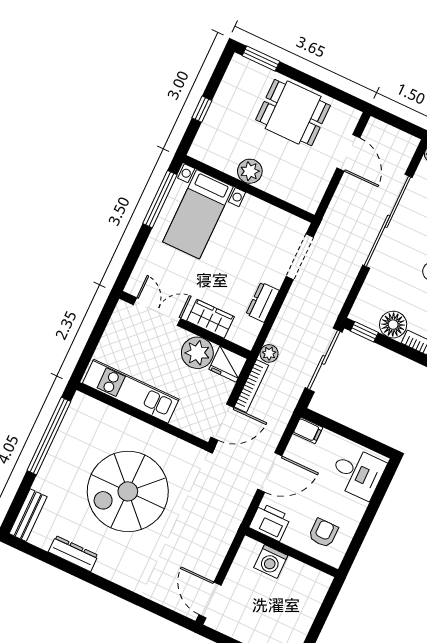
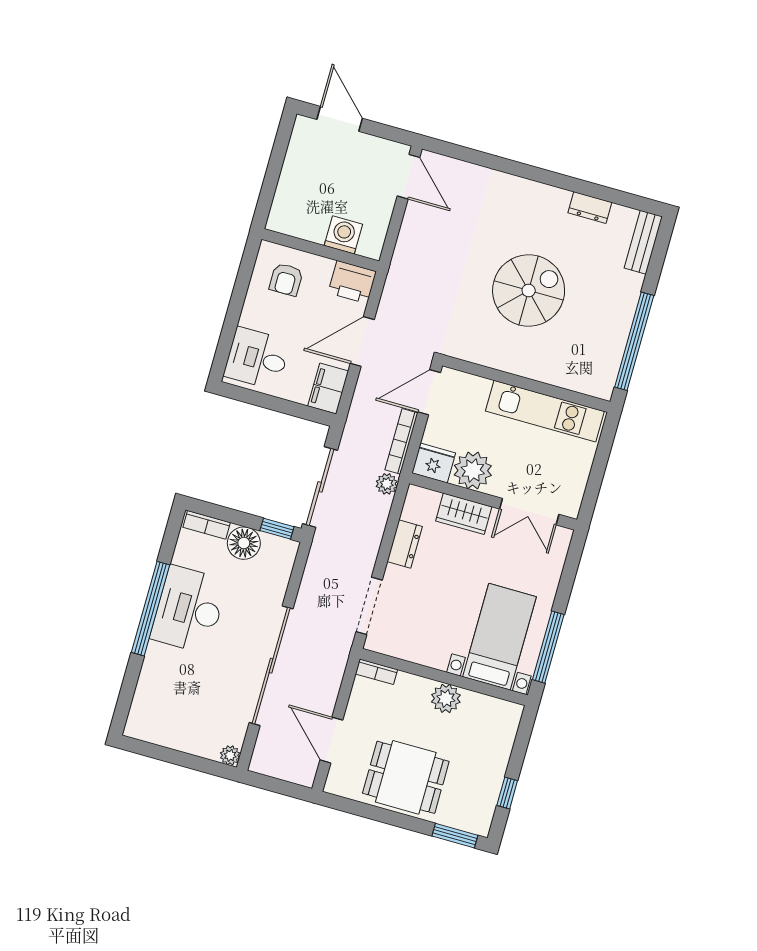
window: (202, 109) -> (507, 793), moved
bookcase: (303, 202) -> (377, 672), added
filing cabinet: (308, 430) -> (328, 389), width x2.00
spiral stairs: (128, 491) -> (529, 291), width x0.73, depth x0.73
dresser: (73, 554) -> (590, 208), width x0.70

